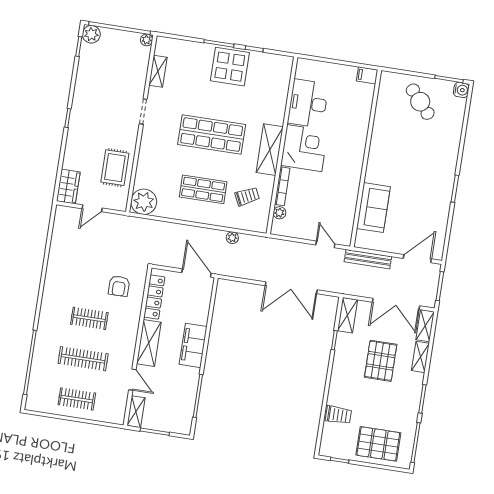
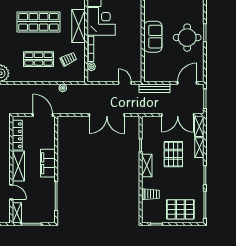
round table: (428, 192) -> (187, 38), added
sofa: (373, 208) -> (153, 37), moved
shelving: (348, 315) -> (147, 165), moved

